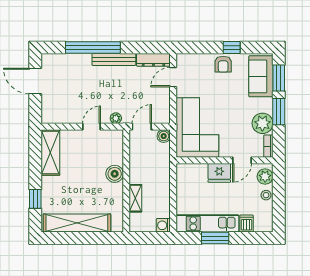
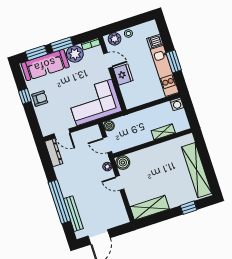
bench: (114, 59) -> (73, 214), moved
sofa: (261, 76) -> (45, 65), width x1.36
boiler: (115, 174) -> (123, 163), moved

